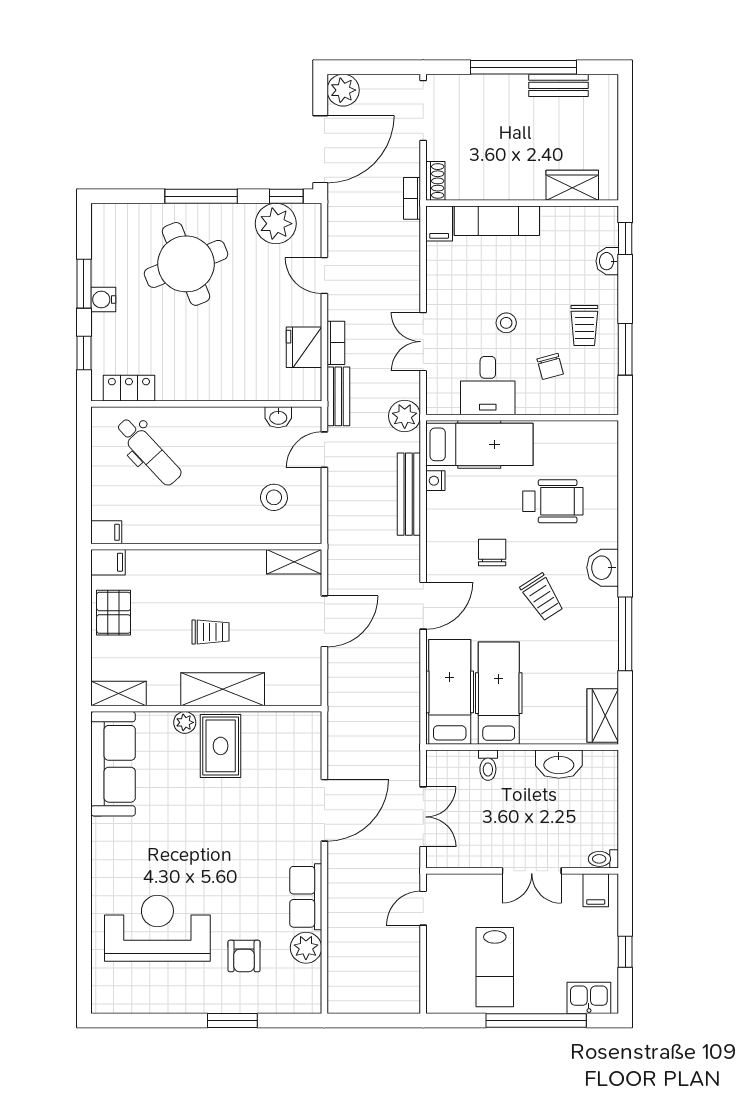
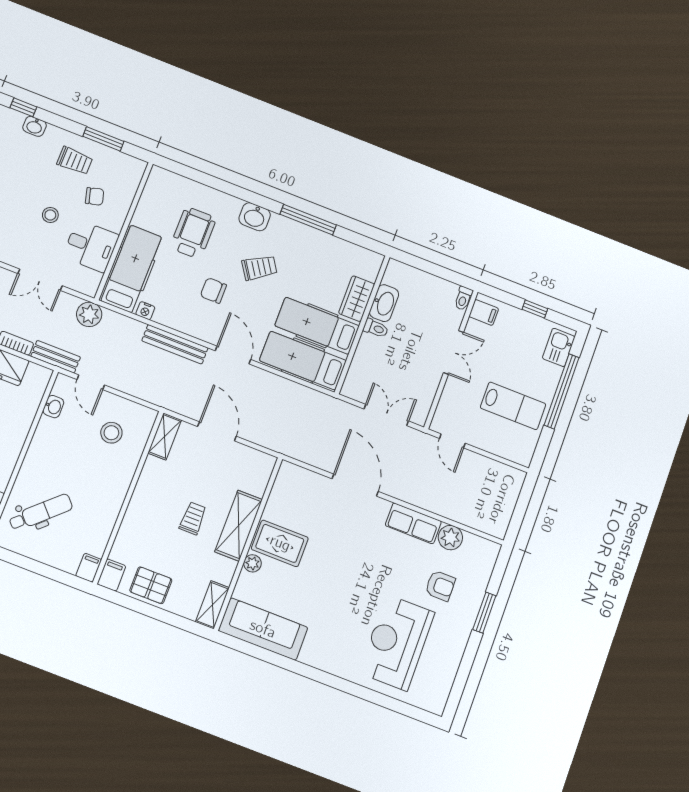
bench: (409, 494) -> (175, 344), moved
wardrobe: (603, 716) -> (357, 299), moved, turned 90
toilet: (488, 765) -> (376, 328), moved

